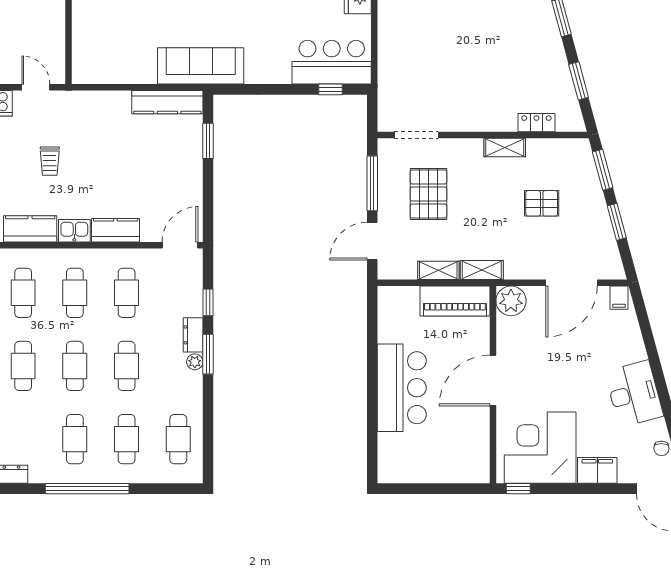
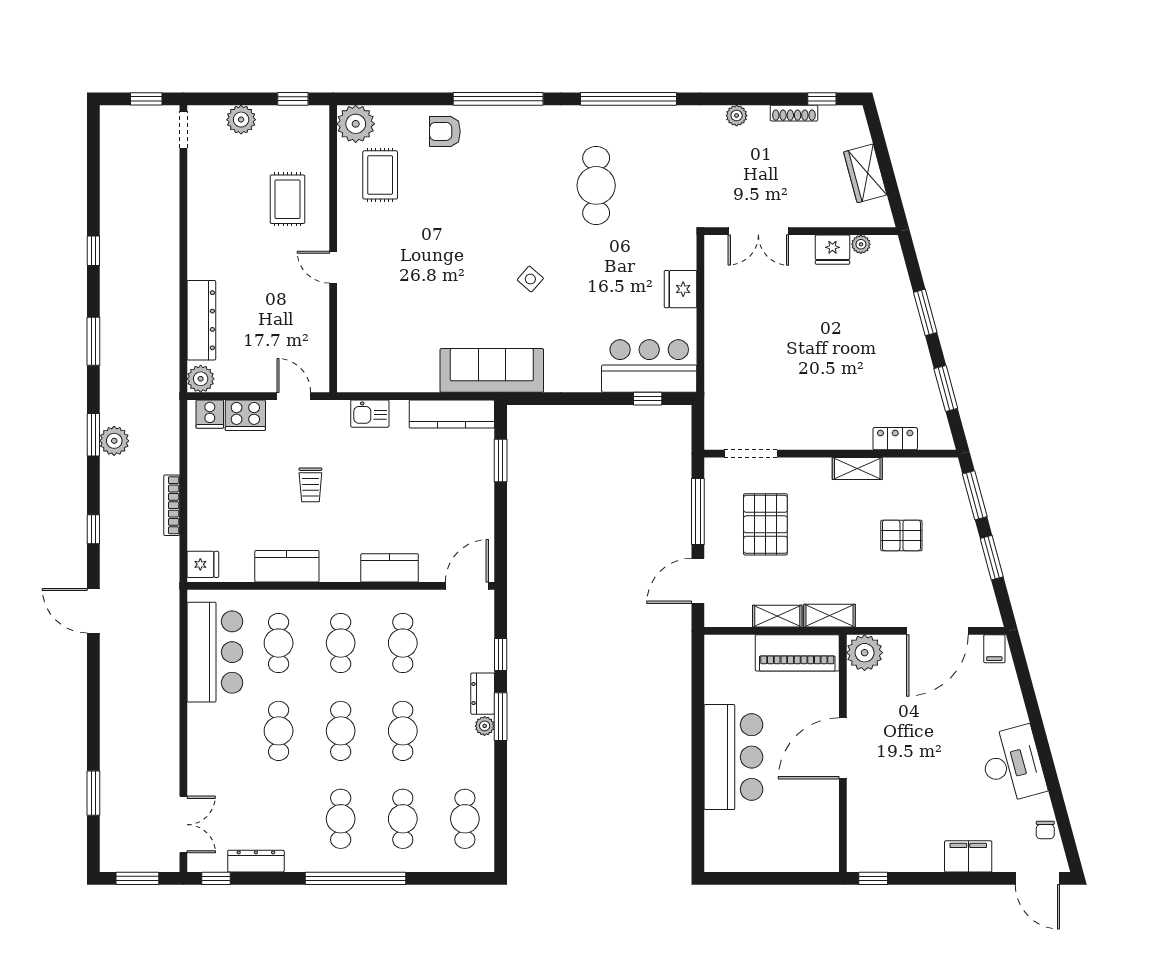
kitchen sink: (74, 231) -> (370, 414), moved, turned 180
corner desk: (540, 448) -> (900, 829), removed

